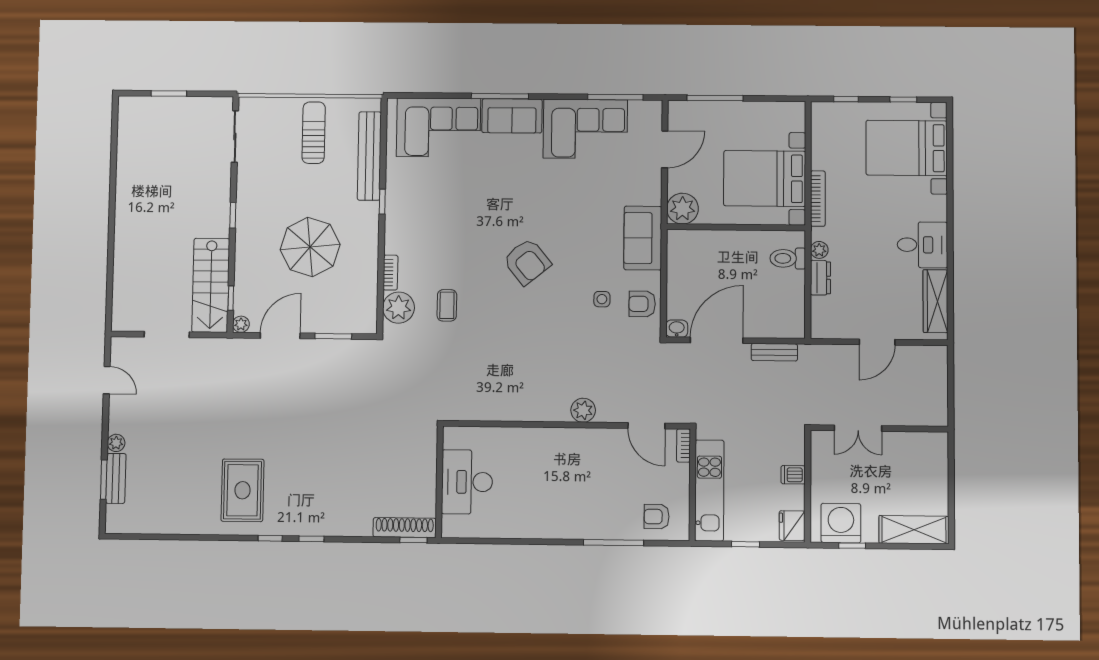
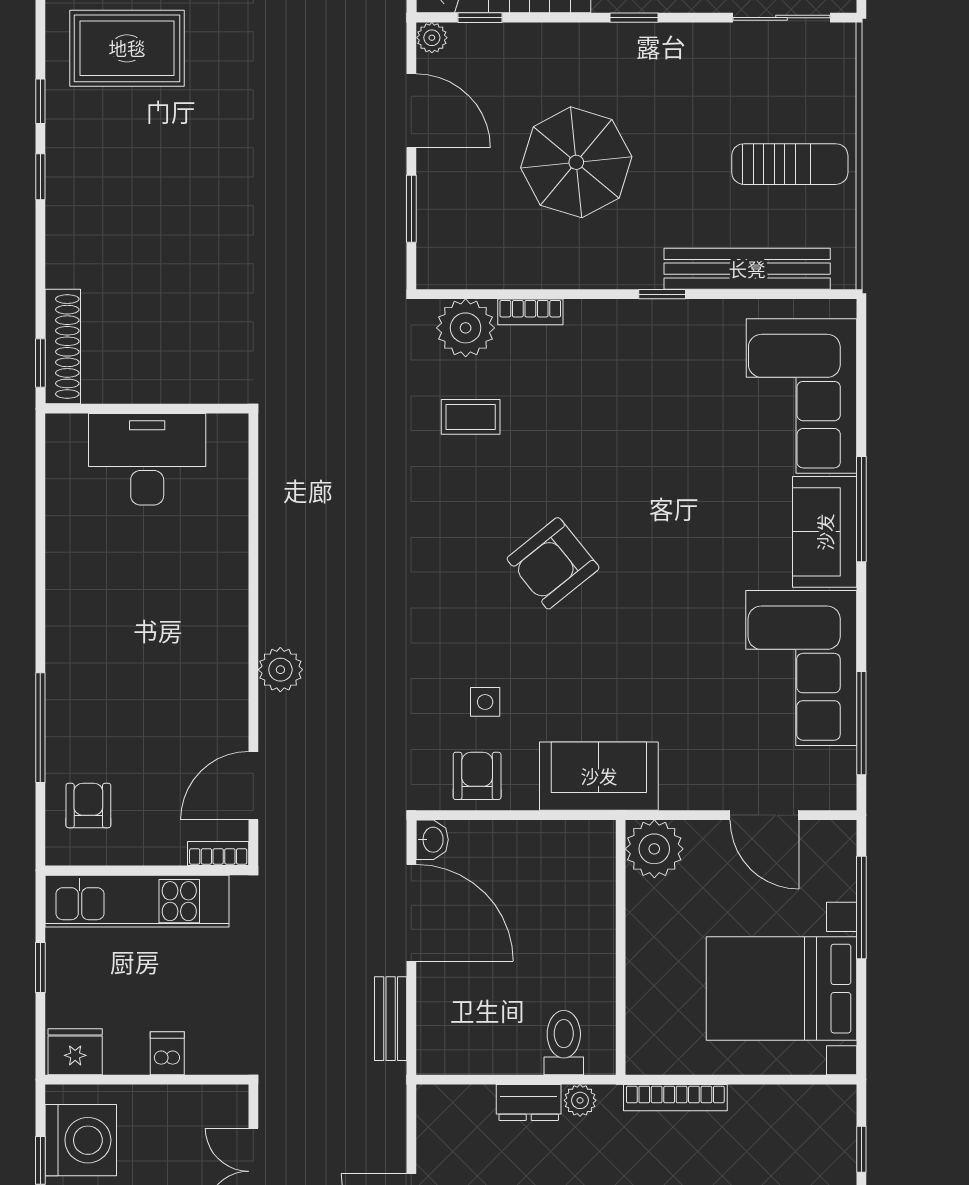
bed with nightstands: (765, 178) -> (782, 989), moved, turned -90

